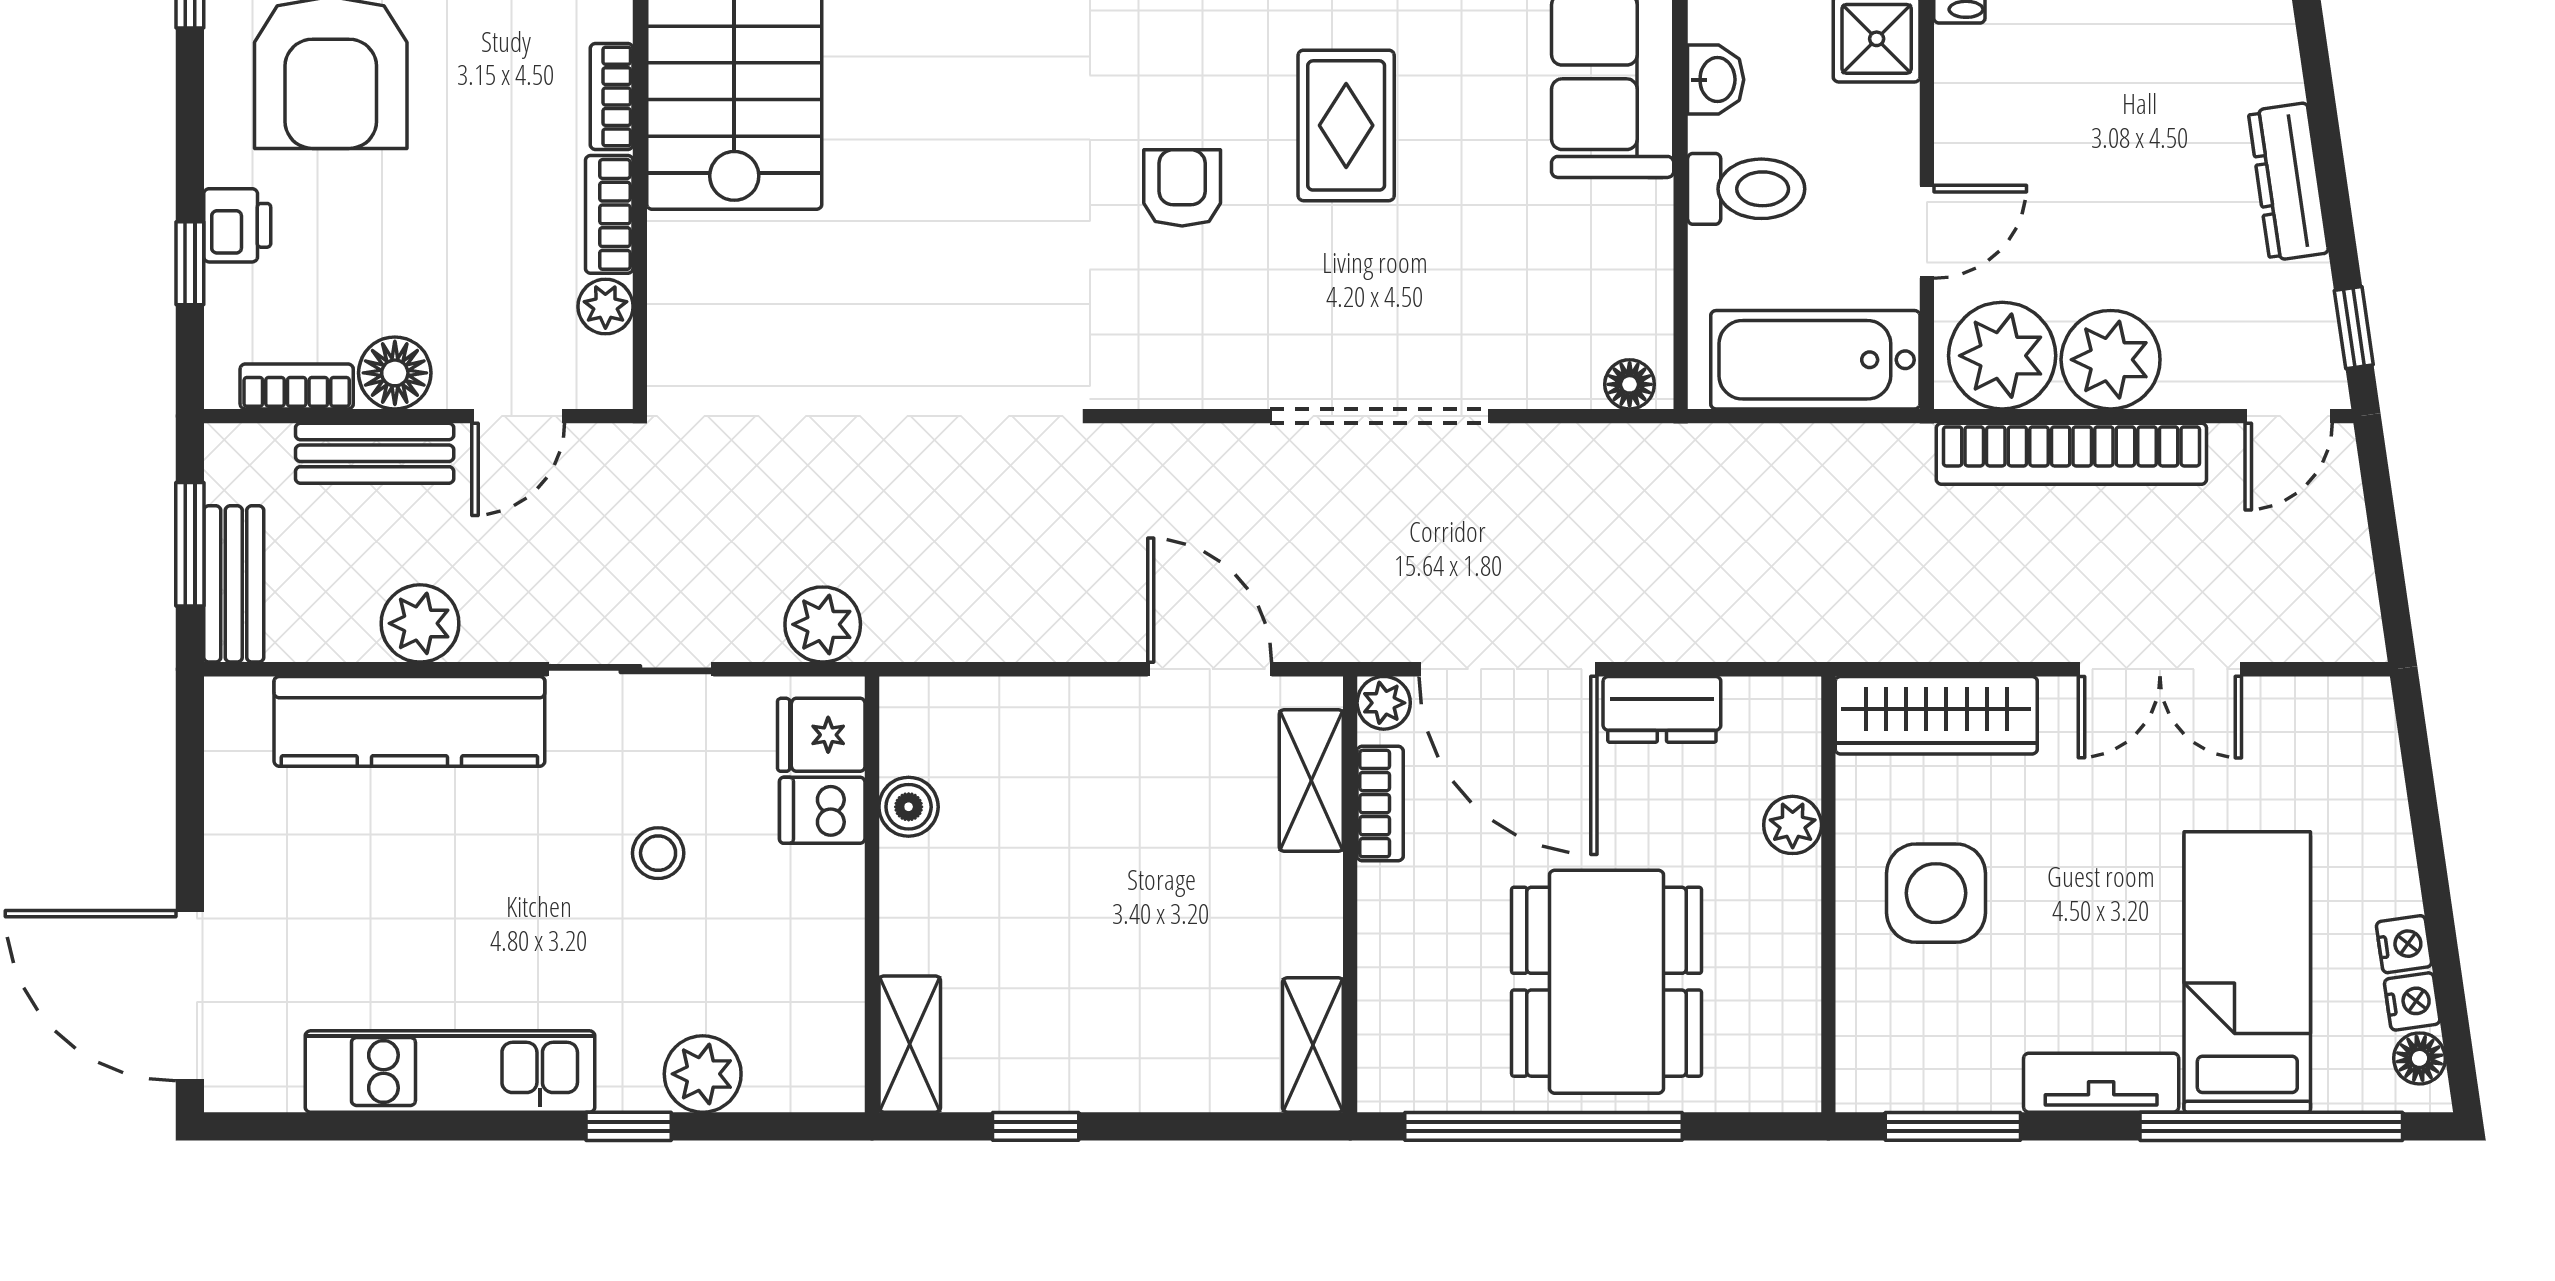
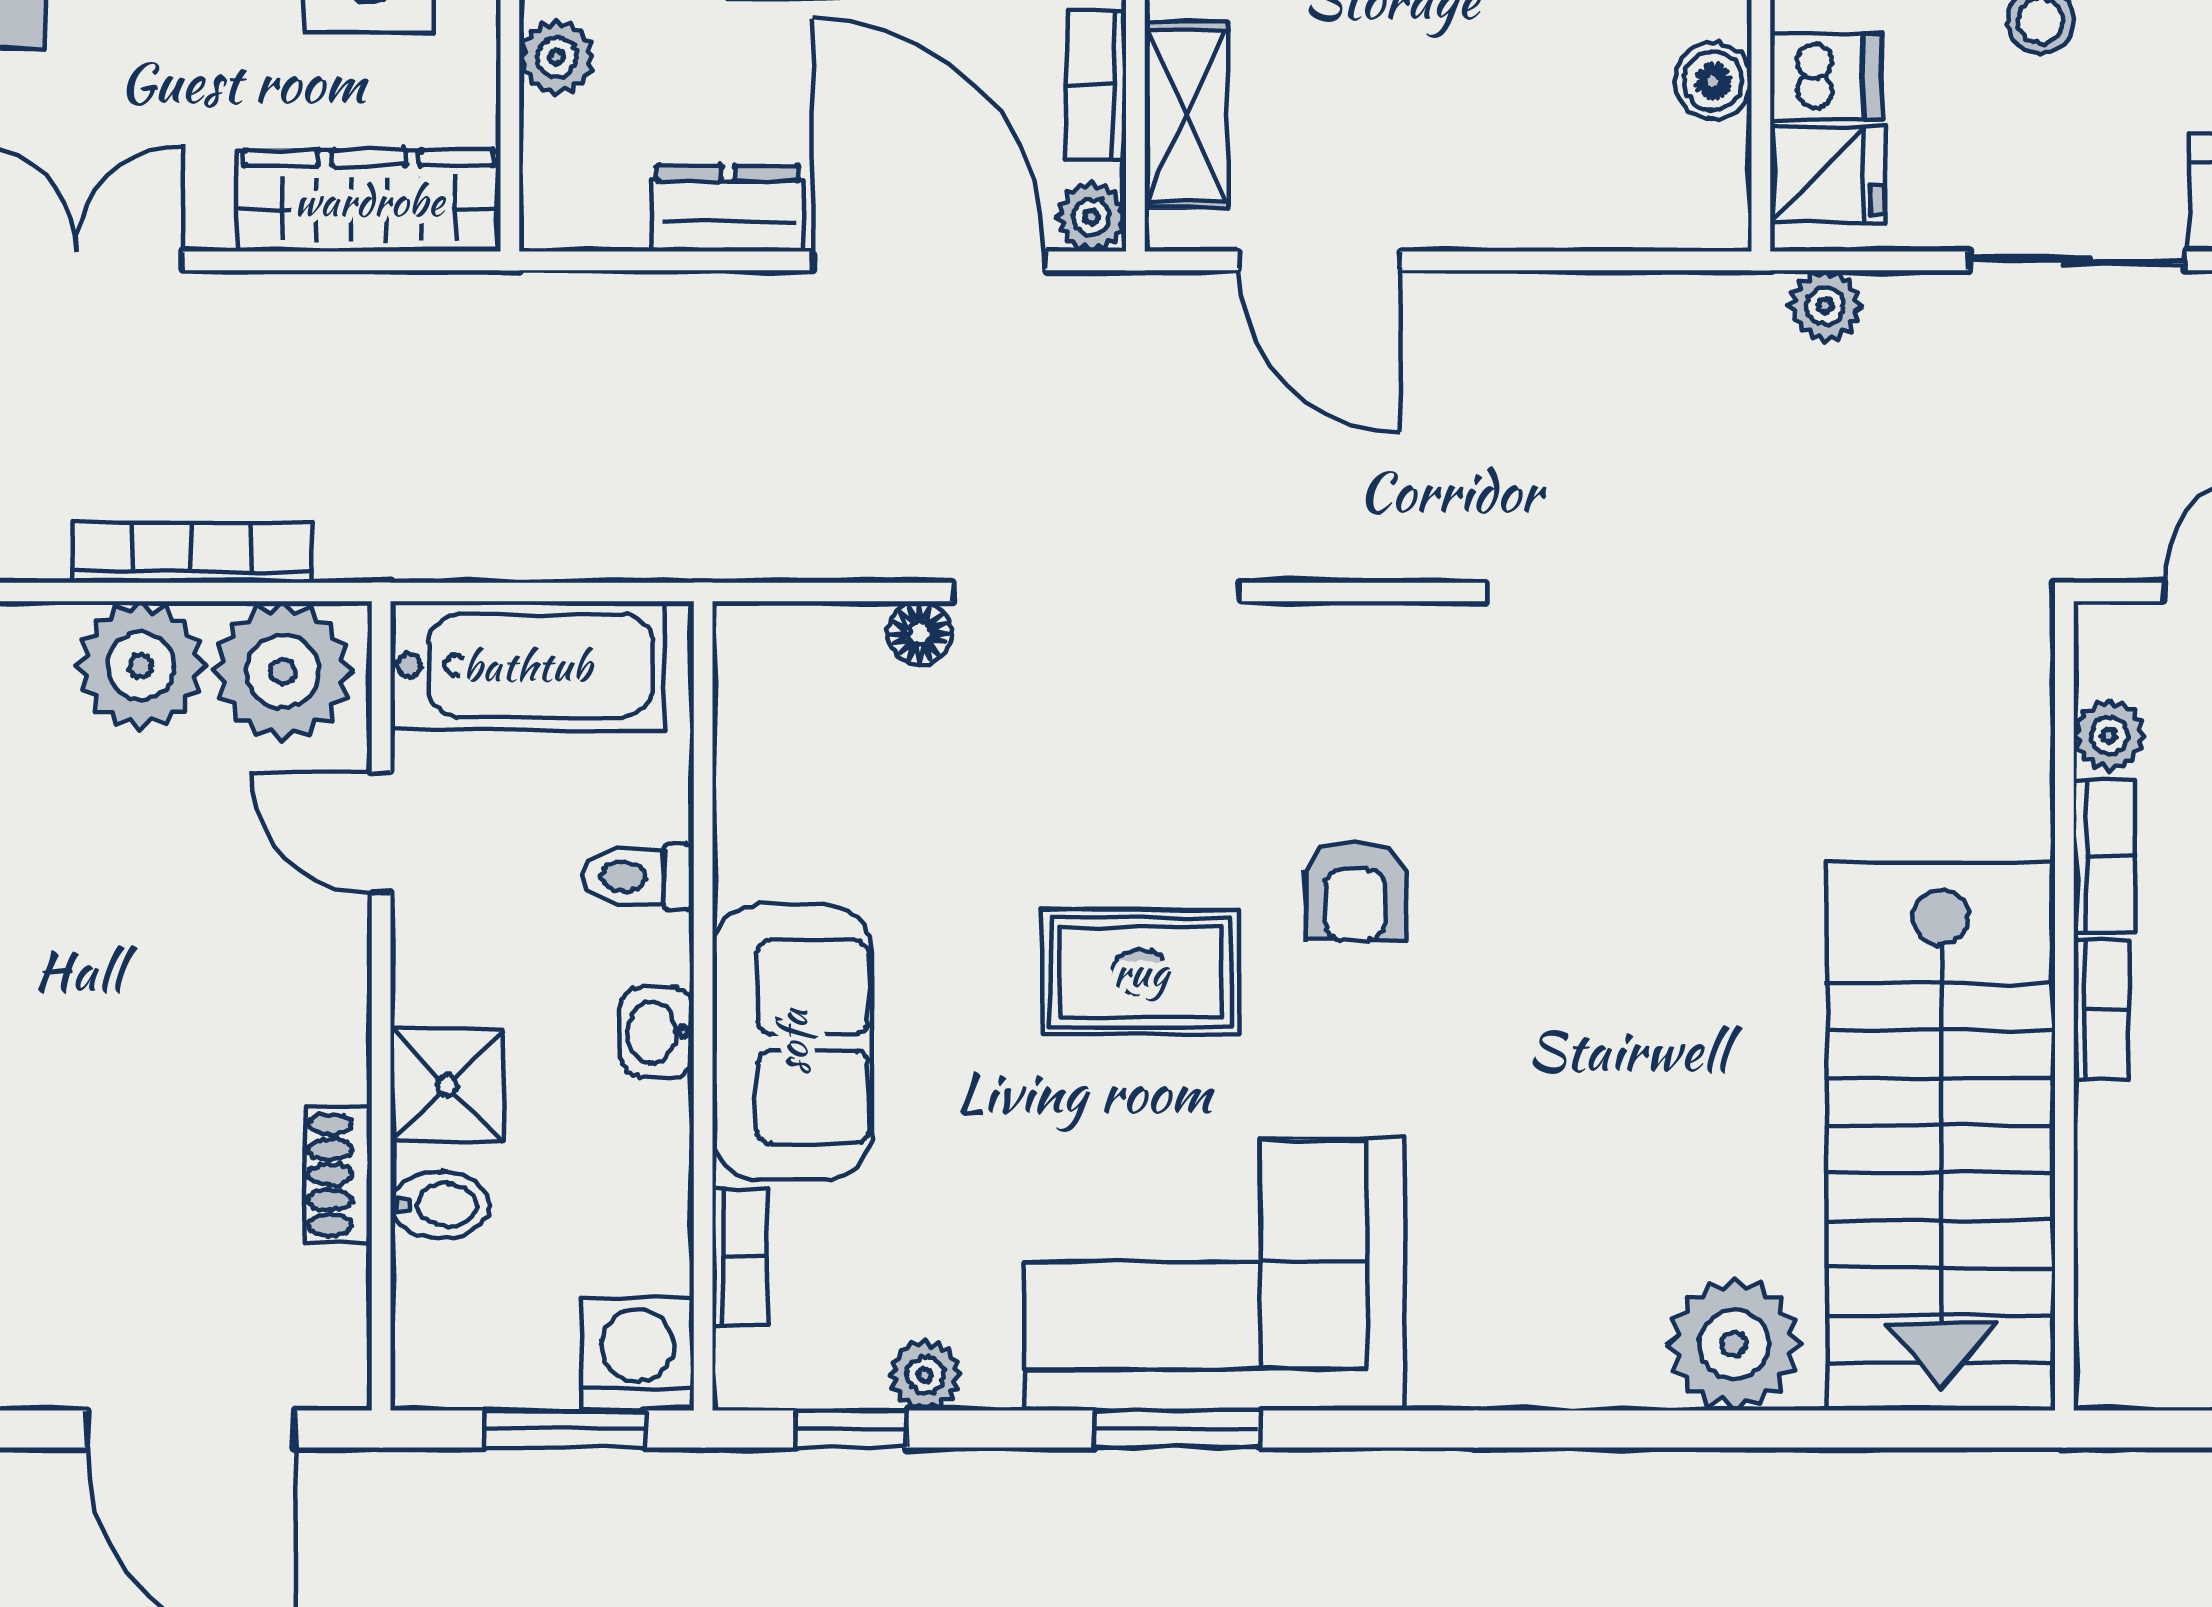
rug: (1346, 125) -> (1141, 972), turned 90
toilet: (1746, 189) -> (639, 877), width x0.73, depth x0.72
door: (1927, 232) -> (381, 833), hinge flipped
floor lamp: (1630, 384) -> (919, 634), moved
bookcase: (2071, 454) -> (192, 552), width x0.68, depth x0.76
plant: (823, 624) -> (1825, 306), width x0.73, depth x0.73

